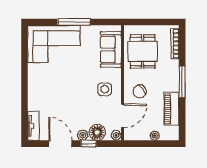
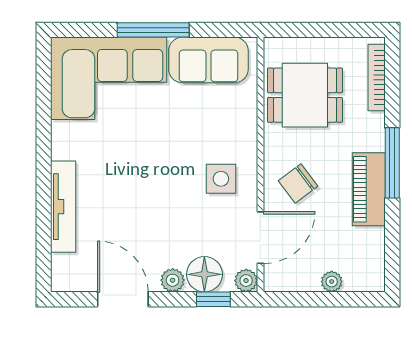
sofa: (111, 49) -> (208, 60), moved, turned -90
dining table: (143, 51) -> (305, 95), turned 90
piano: (171, 109) -> (369, 189), moved
tv unit: (33, 126) -> (63, 207), moved, width x1.41
window: (89, 144) -> (213, 299), moved

